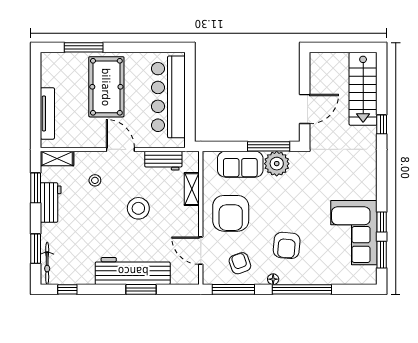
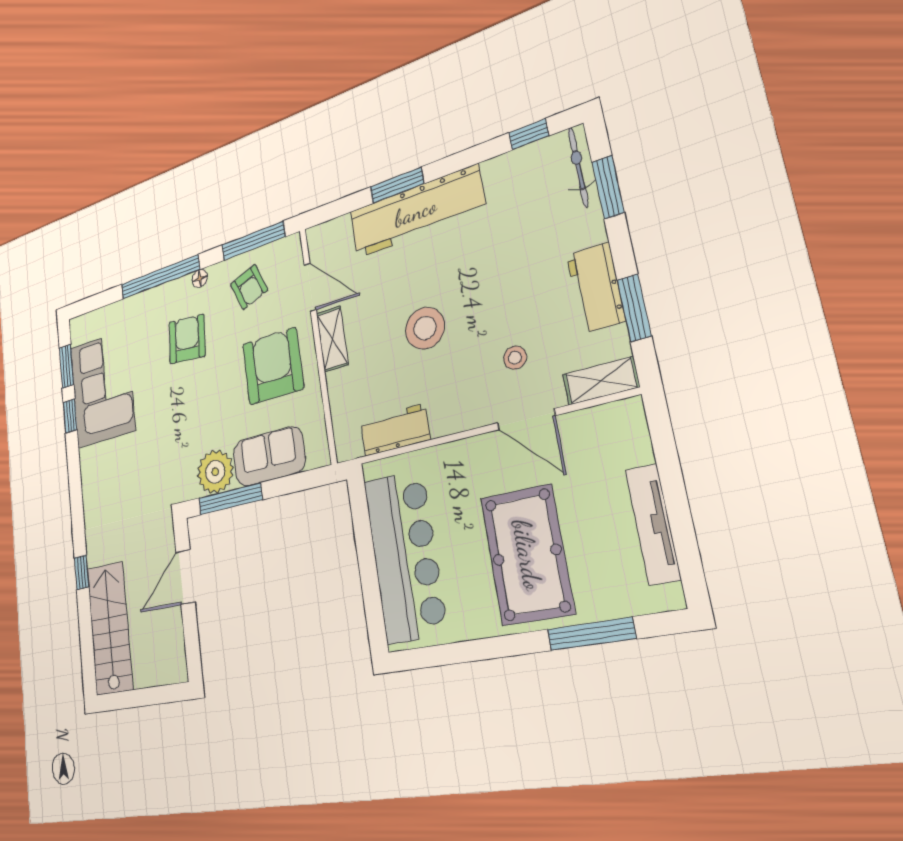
tv unit: (47, 113) -> (653, 524), moved
door: (120, 149) -> (526, 419), moved
shelving: (192, 189) -> (332, 339), moved

